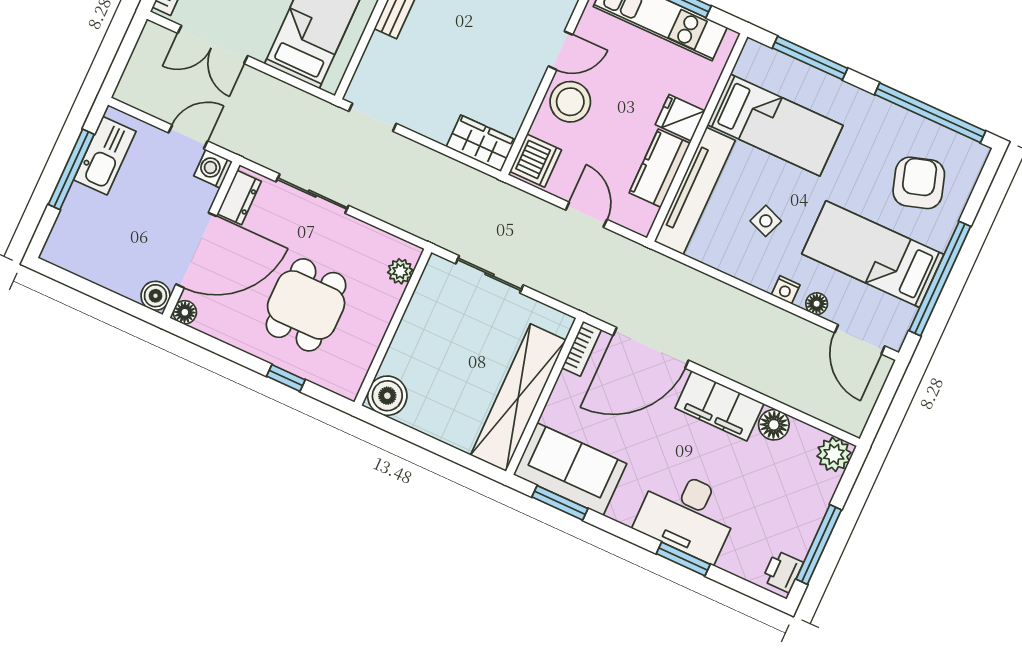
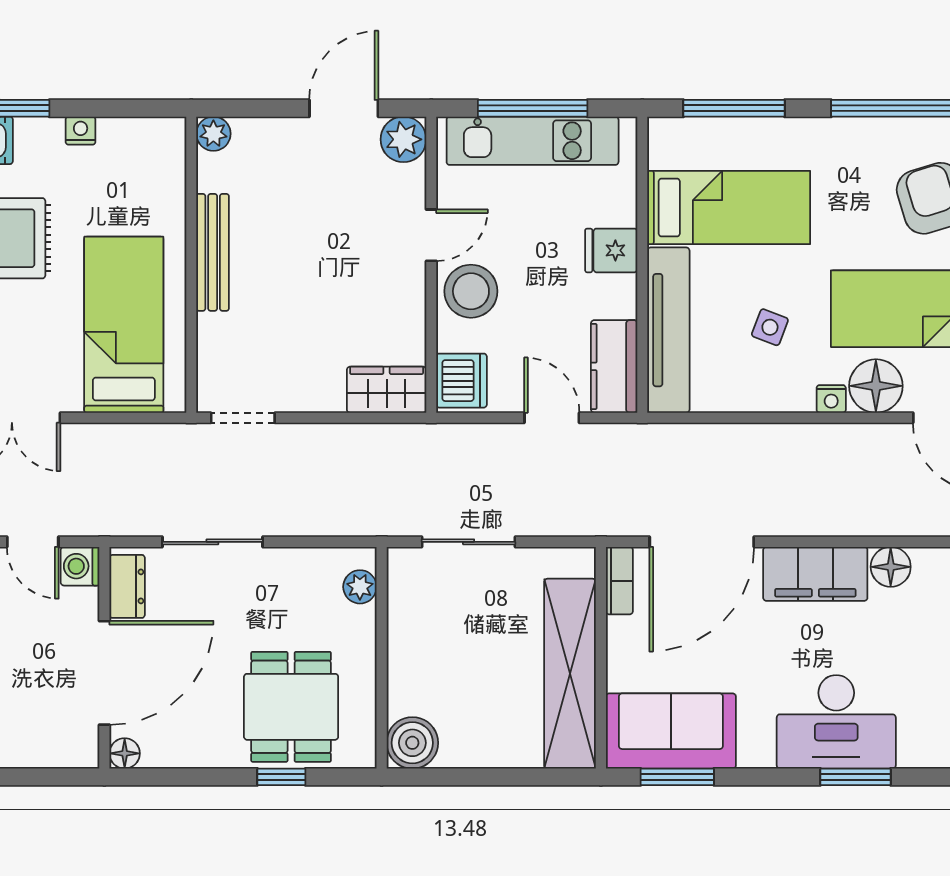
door: (188, 137) -> (33, 542), swing flipped
kitchen counter: (660, 168) -> (614, 366), moved
boiler: (155, 296) -> (80, 750), removed
floor lamp: (817, 304) -> (876, 386), width x1.89, depth x1.89
dining table: (306, 305) -> (291, 707), moved

